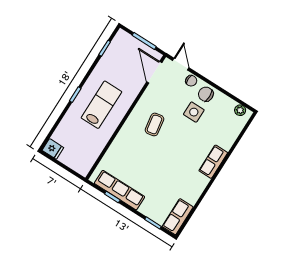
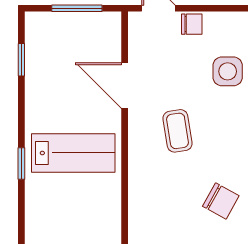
door: (154, 72) -> (125, 85), moved
chair: (206, 94) -> (221, 201), moved, turned -151
lab bench: (101, 105) -> (73, 153), turned 90

